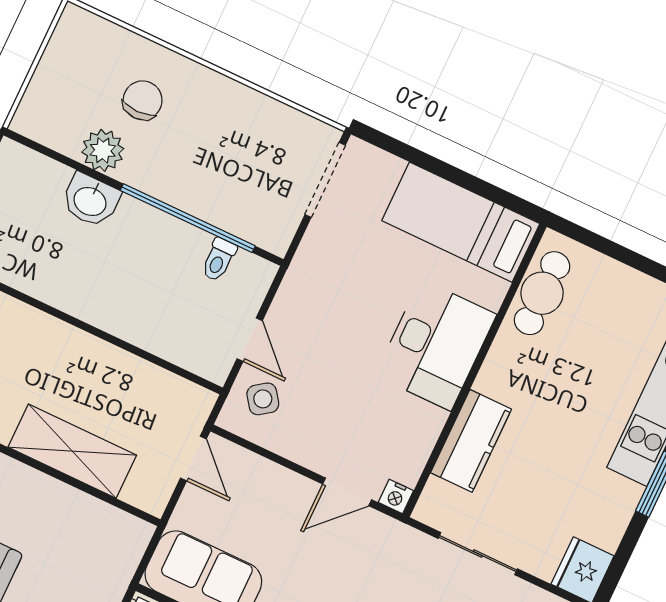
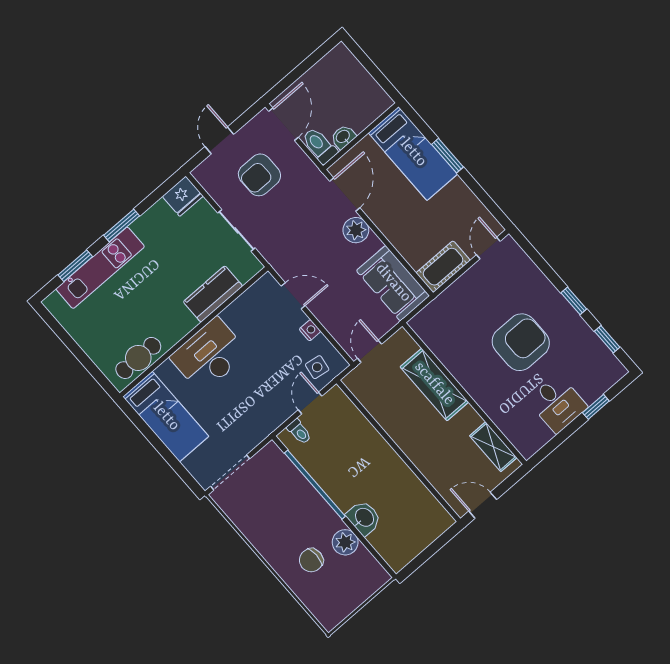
toilet: (219, 260) -> (299, 432), moved, turned 90
side table: (263, 399) -> (317, 367), turned 45
nightstand: (396, 497) -> (310, 330), moved

